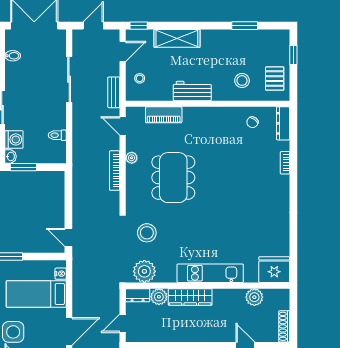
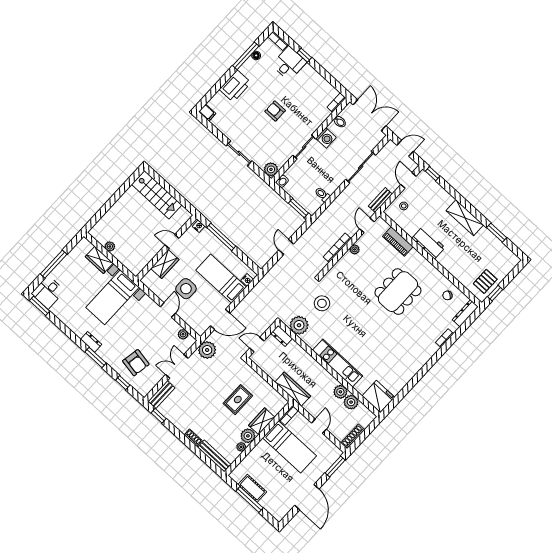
shelving: (177, 38) -> (465, 218), moved
door: (123, 52) -> (408, 180), swing flipped
window: (293, 55) -> (495, 293), moved
stool: (242, 81) -> (464, 264), removed
washing machine: (14, 139) -> (326, 138), moved
window: (23, 167) -> (298, 208), moved
dining table: (173, 178) -> (398, 292), moved
door: (68, 237) -> (286, 247), moved
plant: (159, 297) -> (340, 392), moved
wardrobe: (190, 297) -> (293, 389), moved, turned 180

